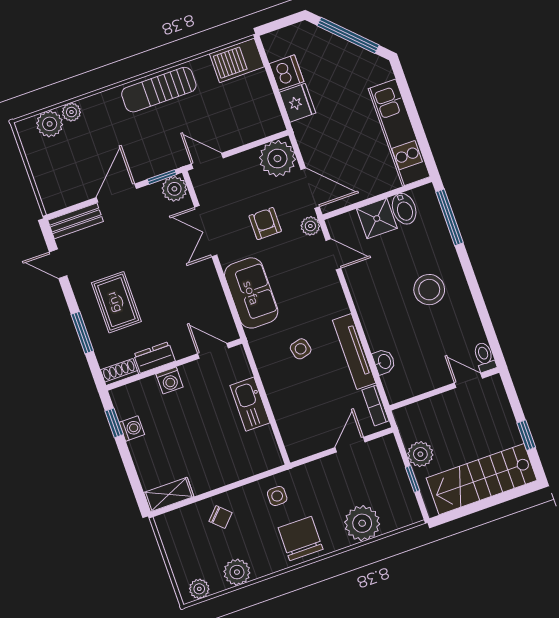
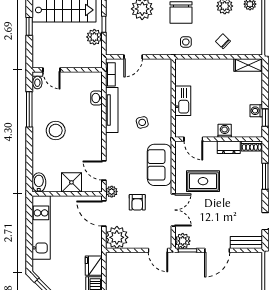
bidet: (404, 209) -> (39, 182), moved
window: (449, 217) -> (29, 109), moved
rug: (116, 302) -> (203, 181), moved, turned 90

